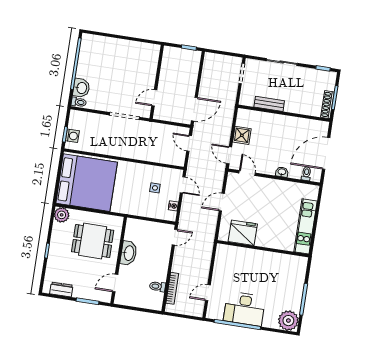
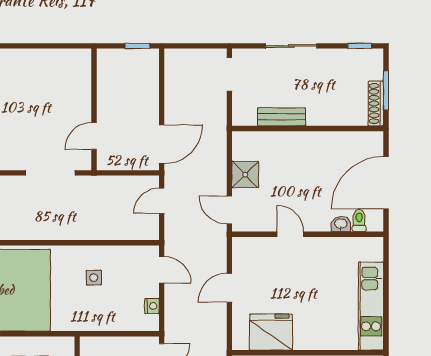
door: (189, 143) -> (162, 201), hinge flipped
washbasin: (282, 172) -> (341, 224), moved
door: (247, 173) -> (290, 234), moved
side table: (155, 188) -> (94, 278), moved

